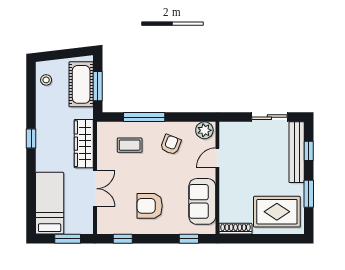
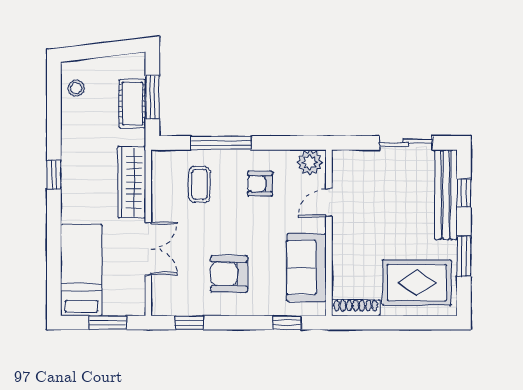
cot: (81, 84) -> (132, 104), width x0.73, depth x0.75
coffee table: (130, 145) -> (199, 184), turned 90
armchair: (171, 145) -> (260, 184), turned -111

